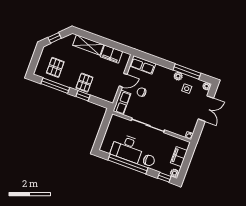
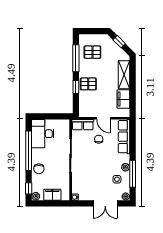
row of seats: (143, 65) -> (124, 137), width x1.48
desk: (127, 148) -> (43, 134), moved

